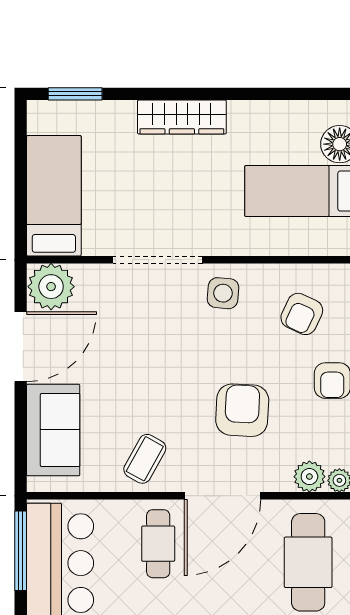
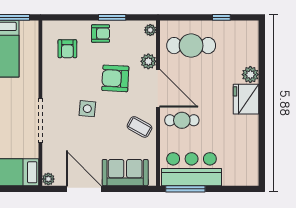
plant: (51, 287) -> (48, 179), width x0.53, depth x0.53
side table: (223, 293) -> (87, 109), moved
armchair: (302, 314) -> (67, 49), turned 65
plant: (309, 477) -> (148, 61), moved

